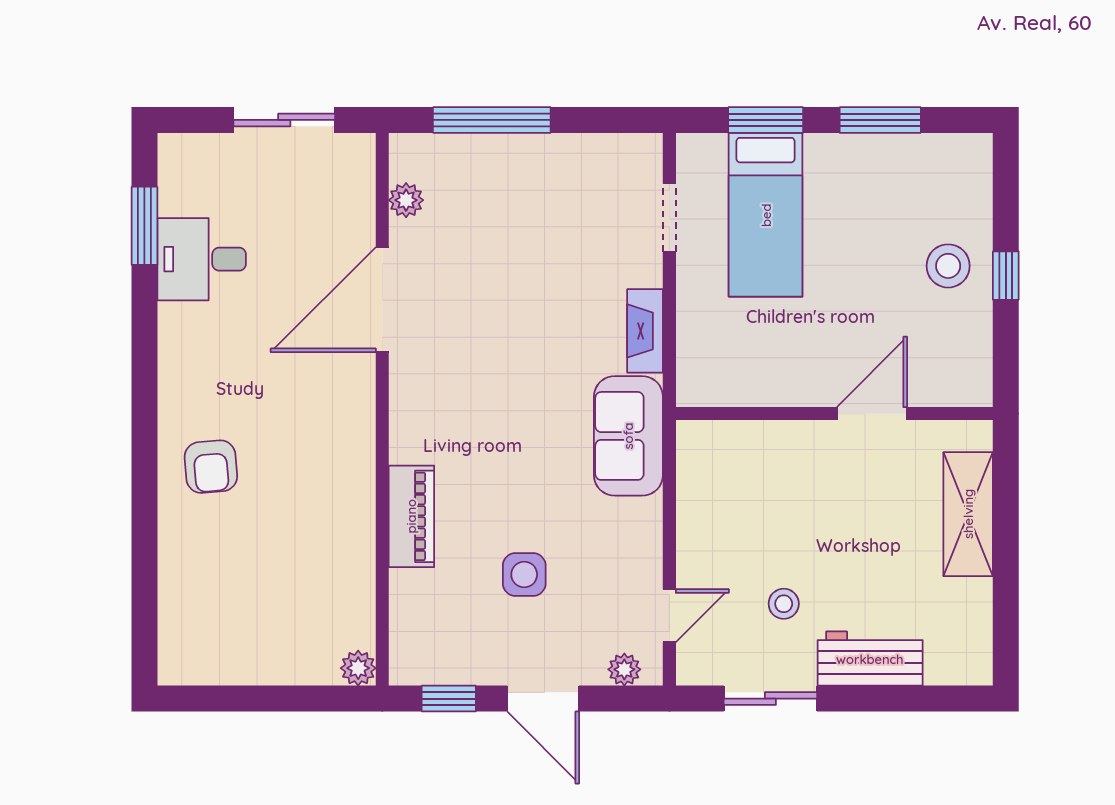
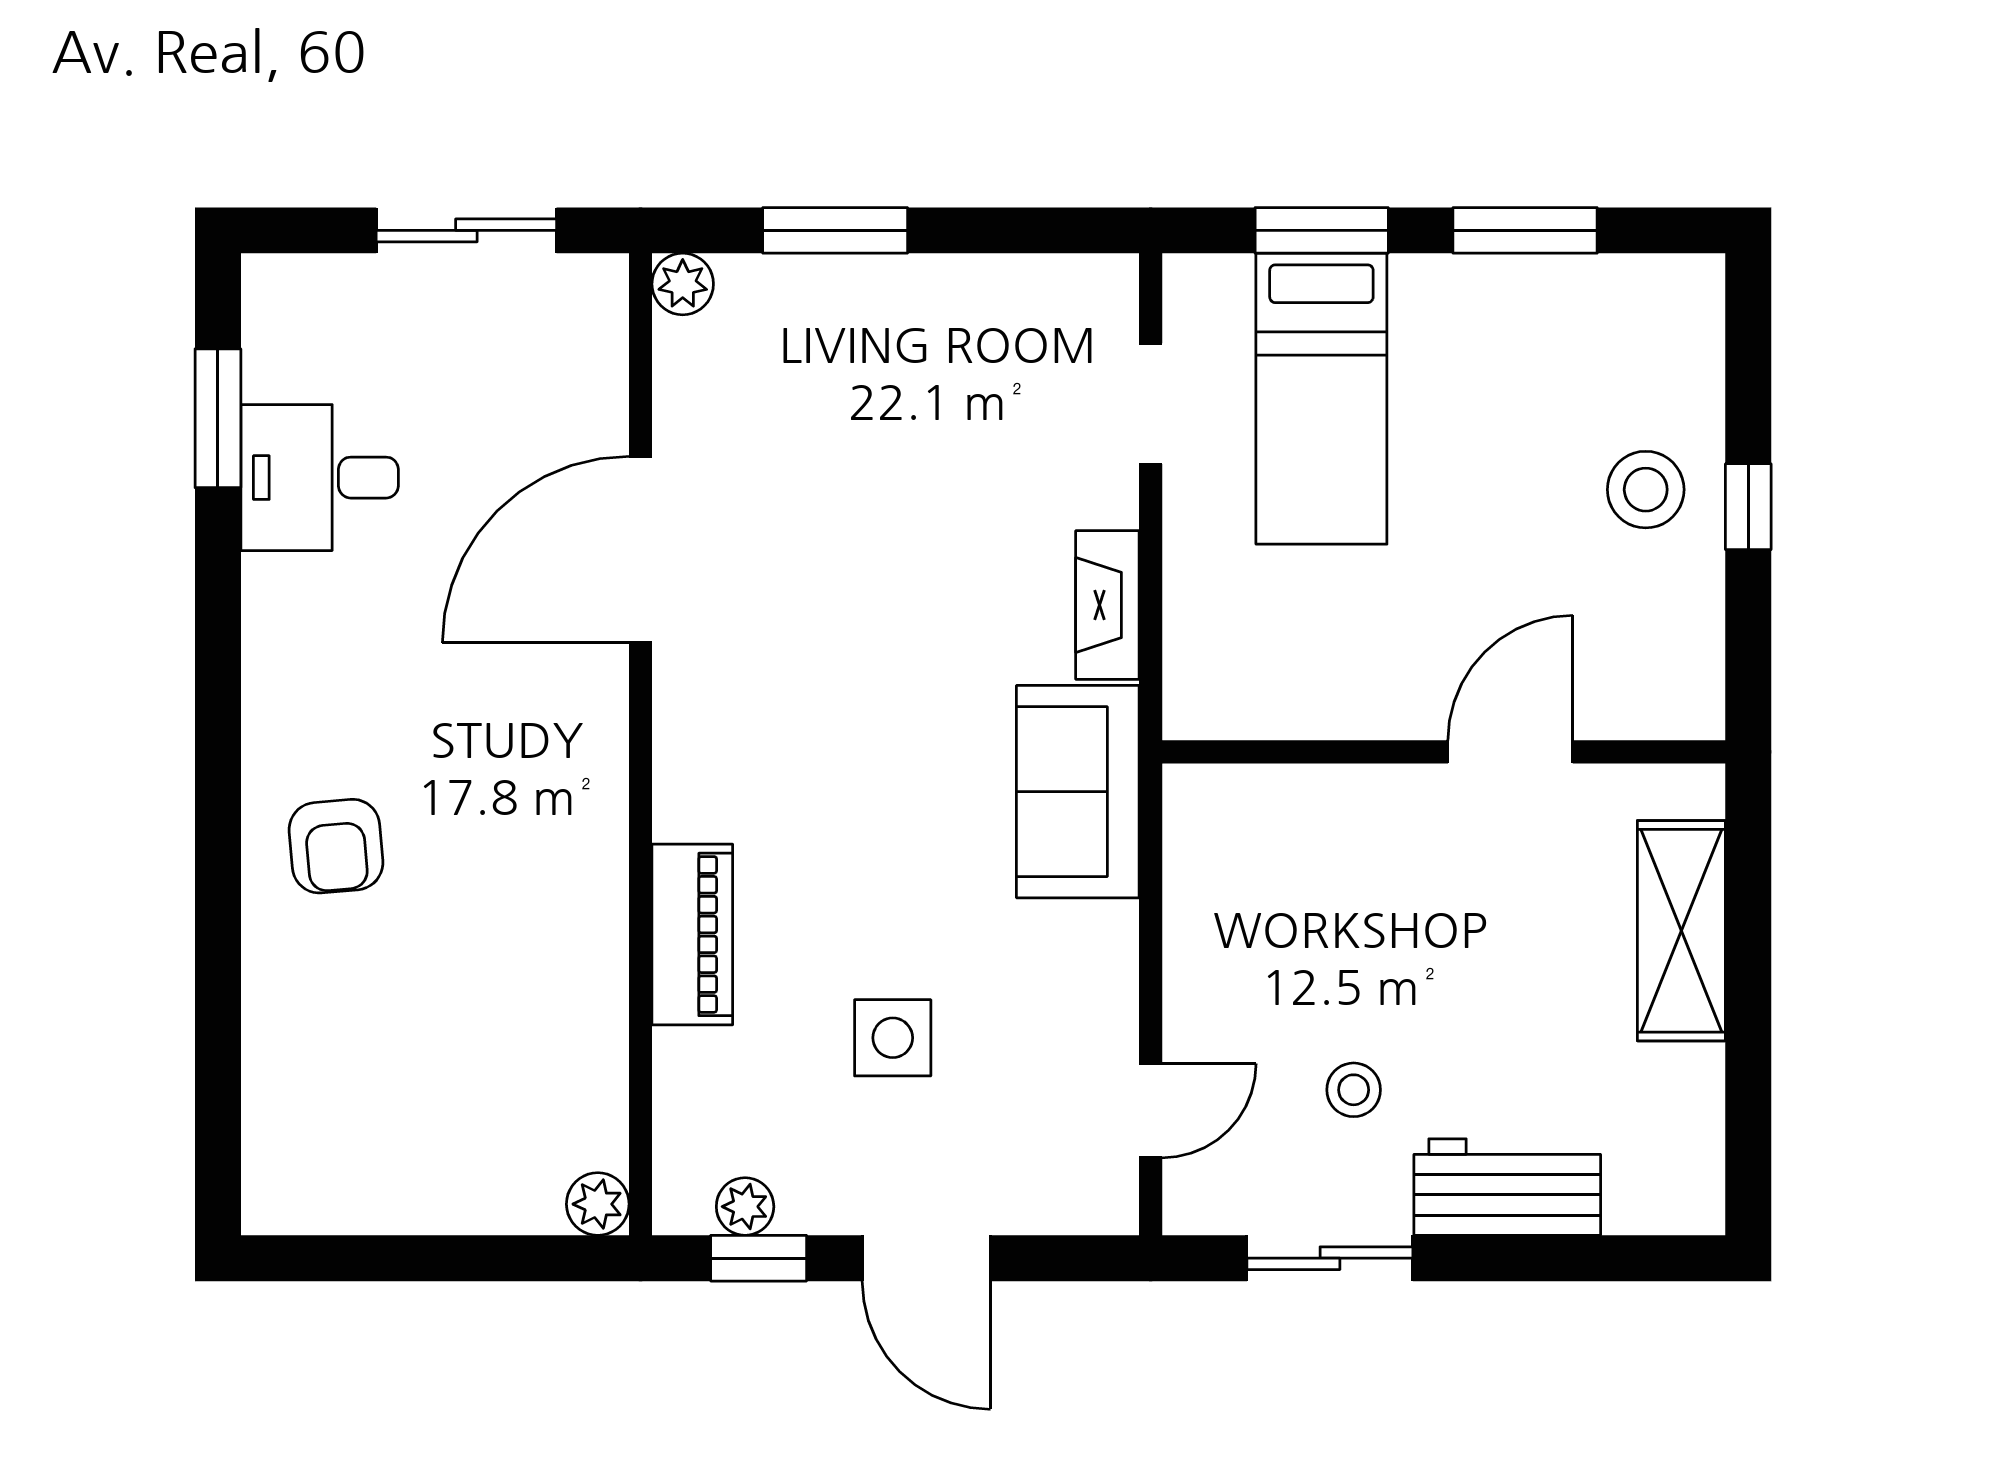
window: (492, 120) -> (835, 230), width x0.69
plant: (406, 200) -> (683, 284), moved
plant: (624, 669) -> (745, 1207), moved

